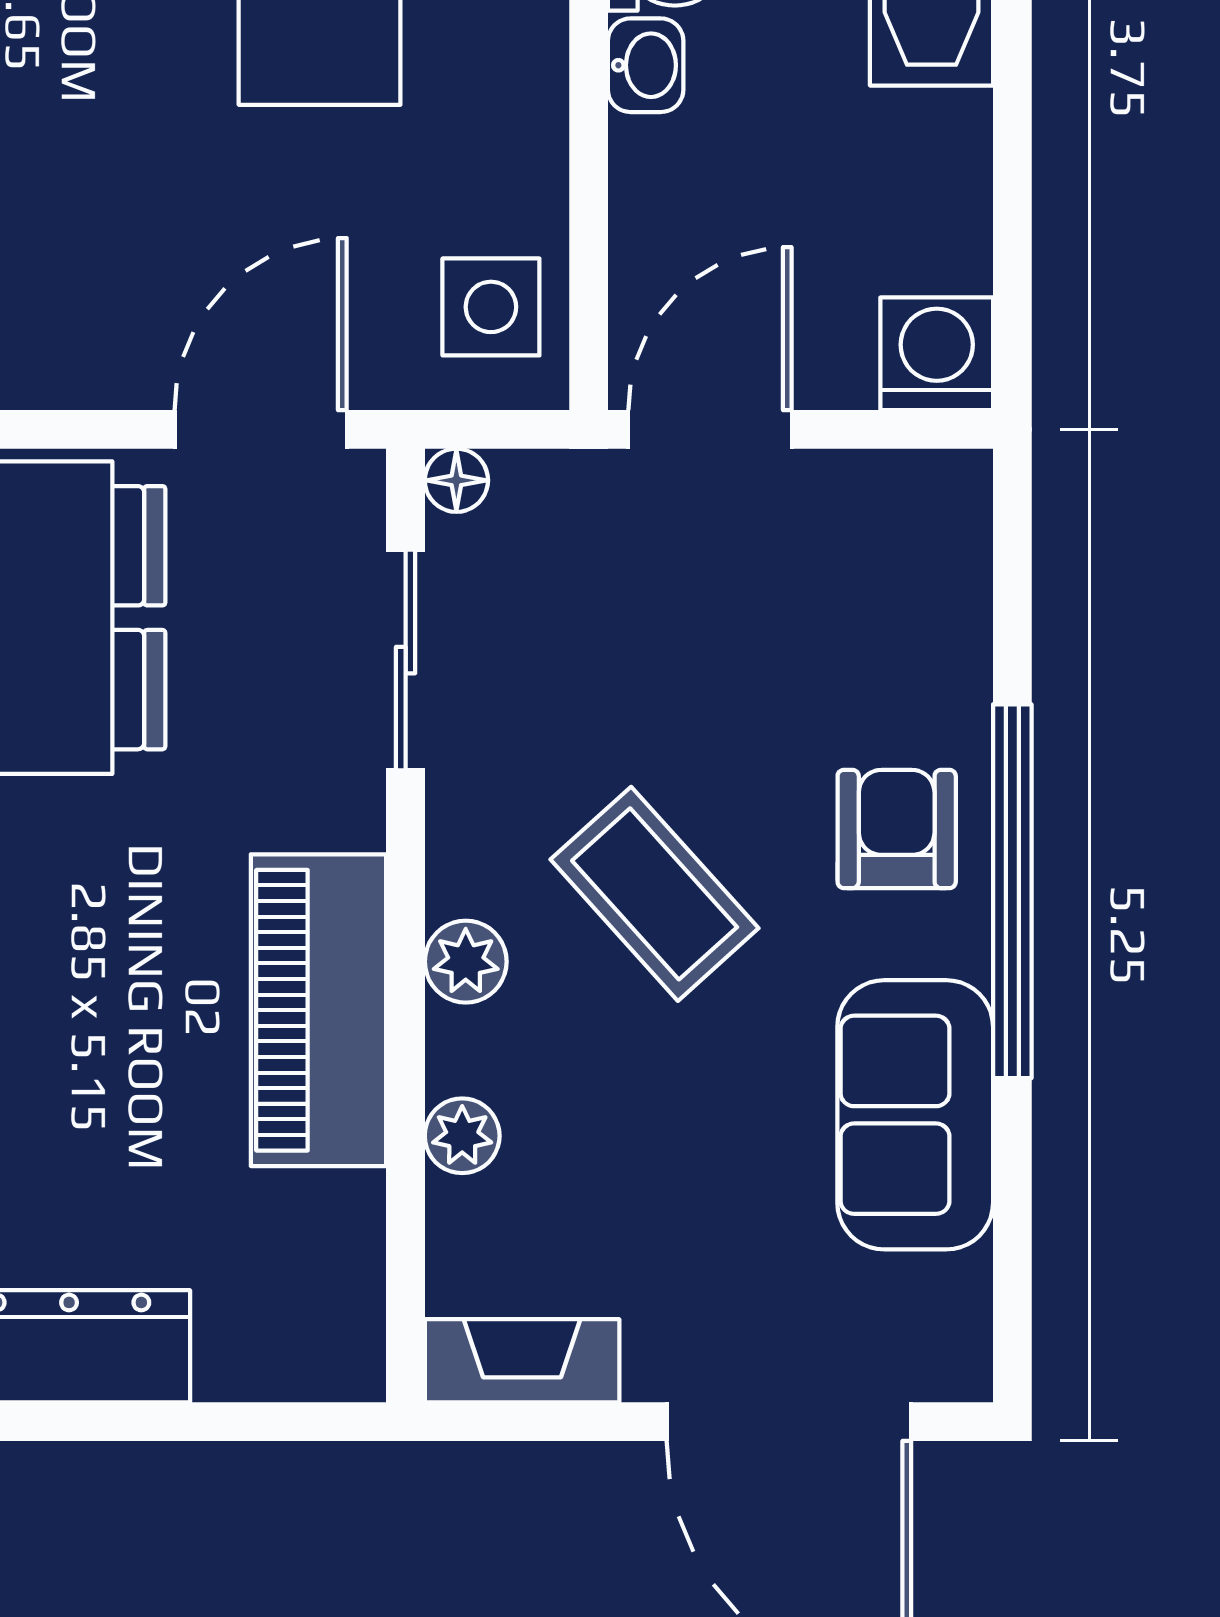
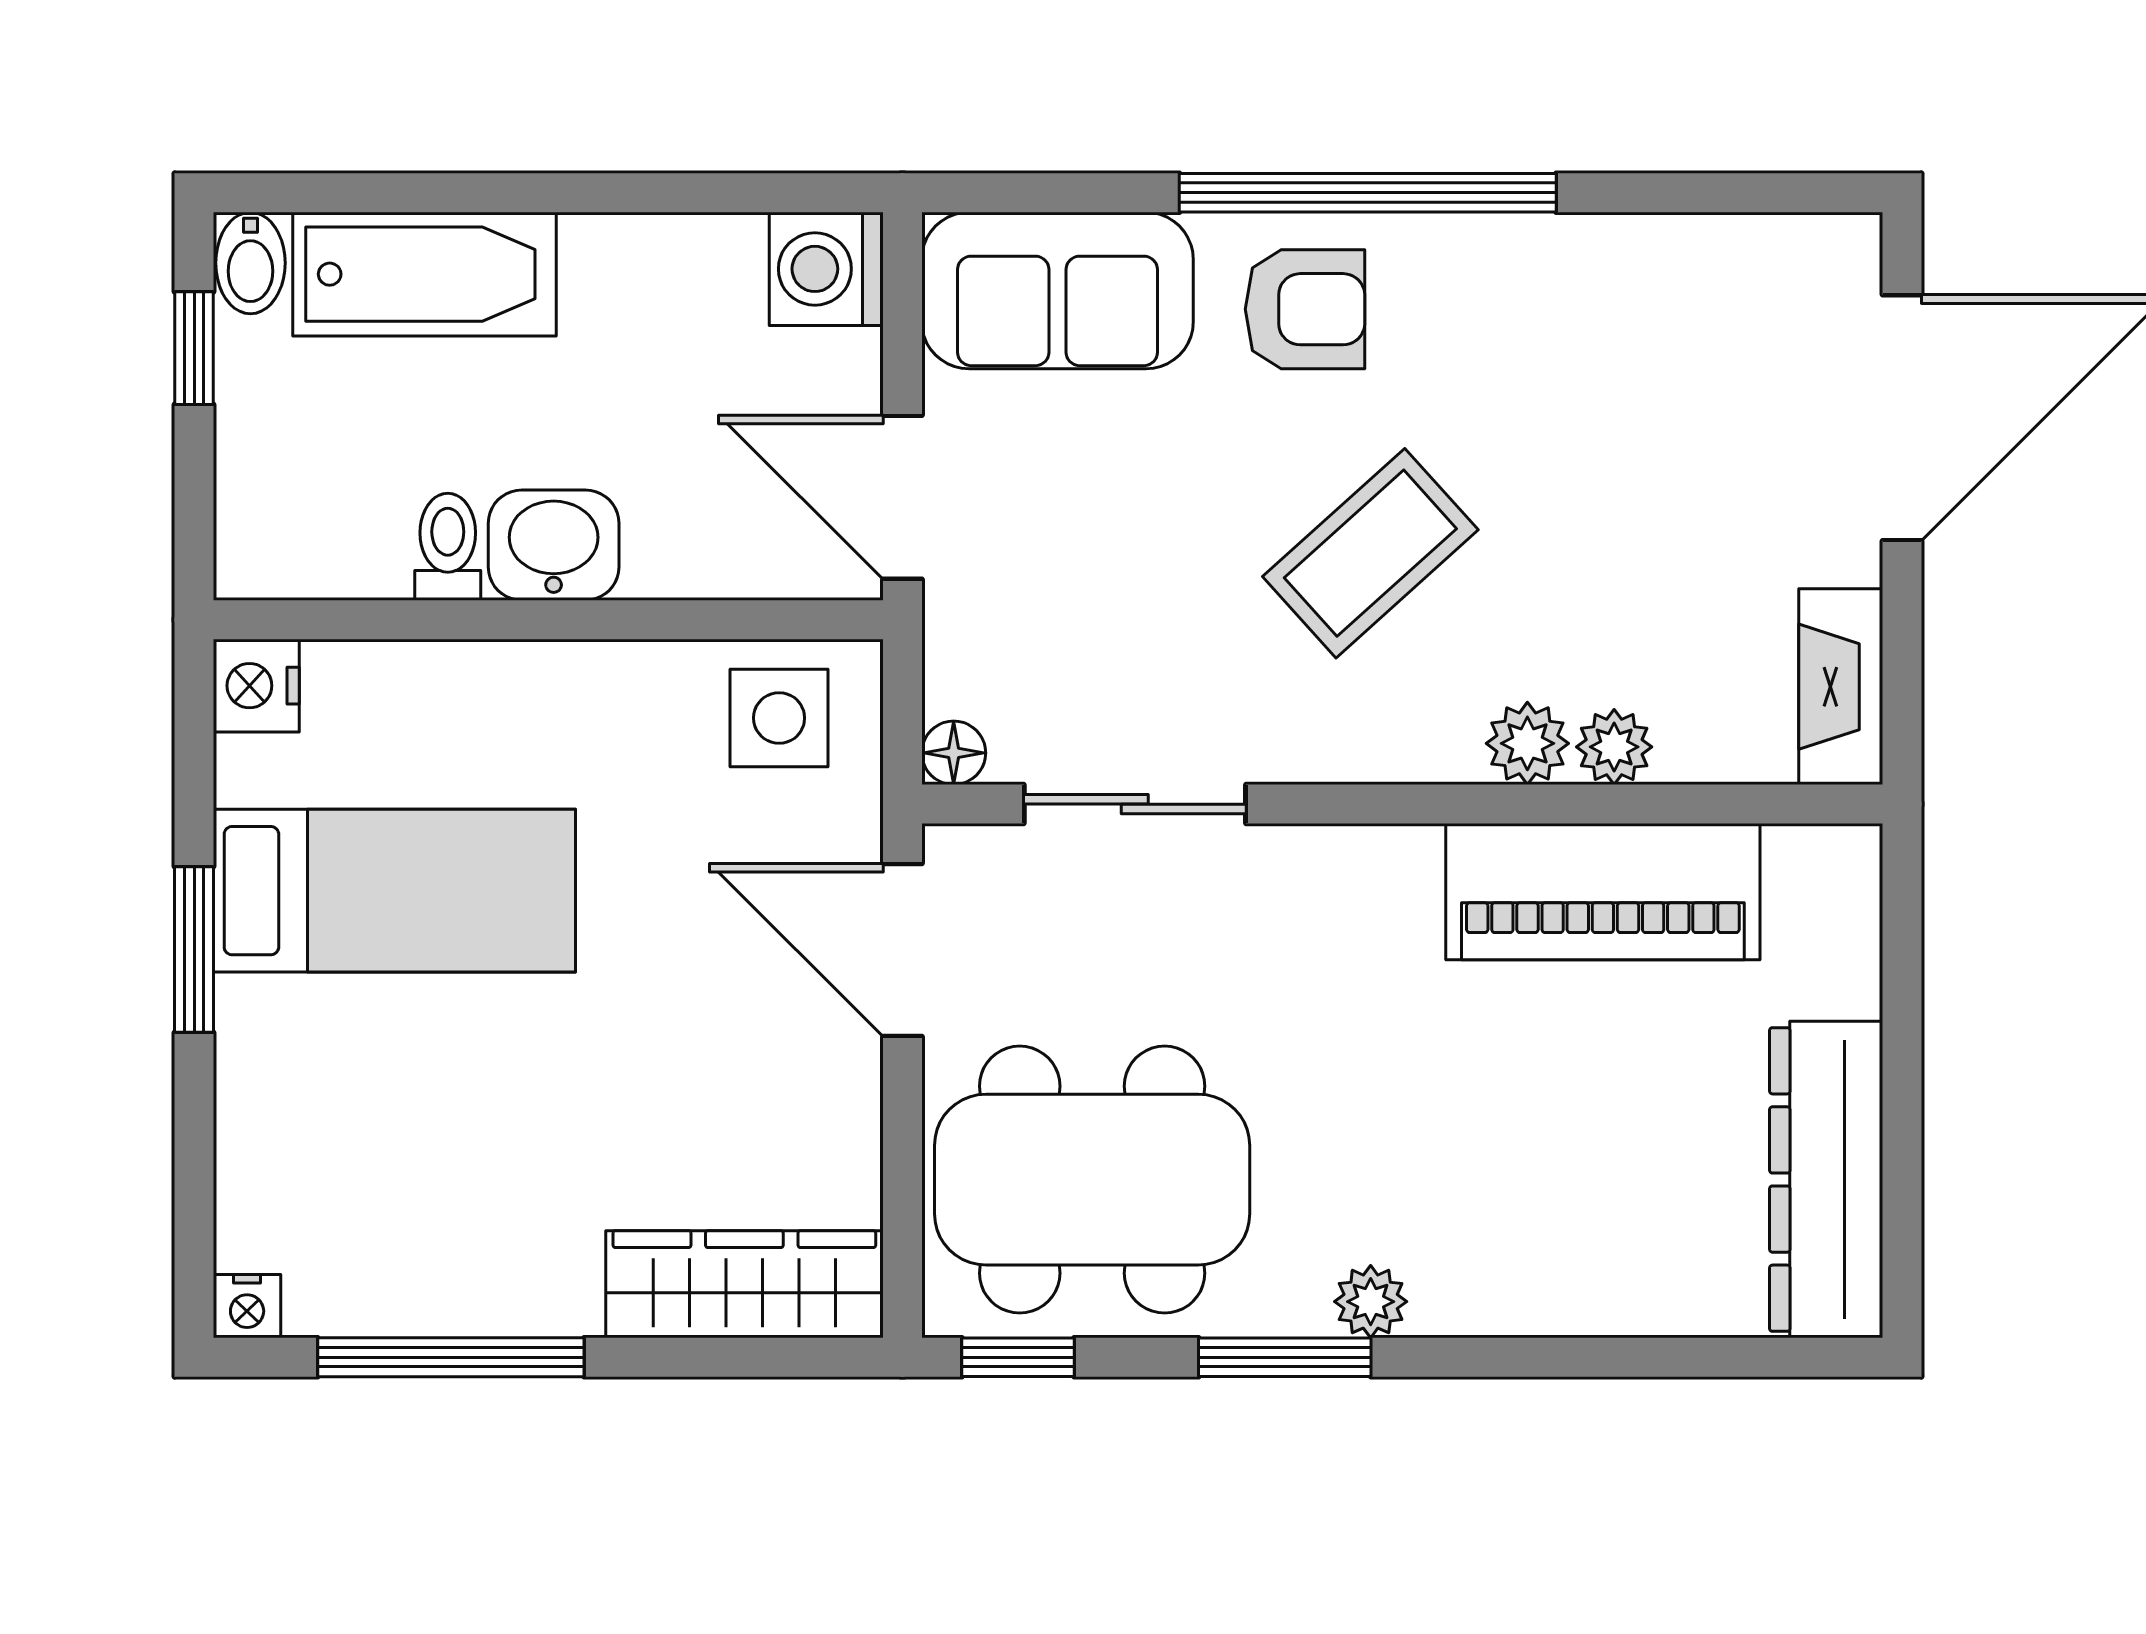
washbasin: (646, 65) -> (554, 545), width x1.38, depth x1.45
armchair: (897, 829) -> (1305, 309), turned 180
plant: (466, 962) -> (1527, 743), moved
piano: (319, 1010) -> (1603, 892), moved
sofa: (915, 1115) -> (1057, 291), moved

